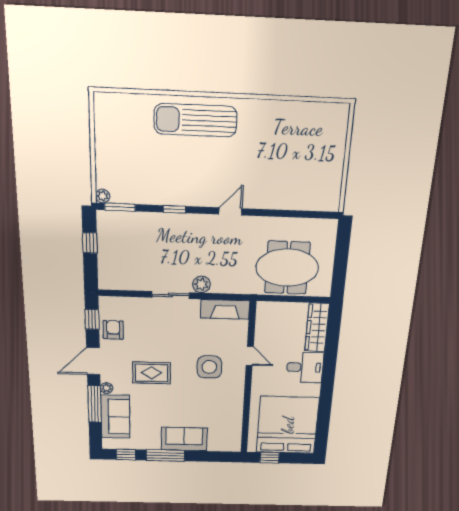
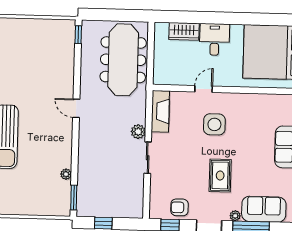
plant: (103, 196) -> (66, 174), moved
window: (175, 209) -> (78, 35), moved
meeting table: (287, 268) -> (123, 60), width x1.36
wardrobe: (317, 327) -> (184, 31), width x0.67

